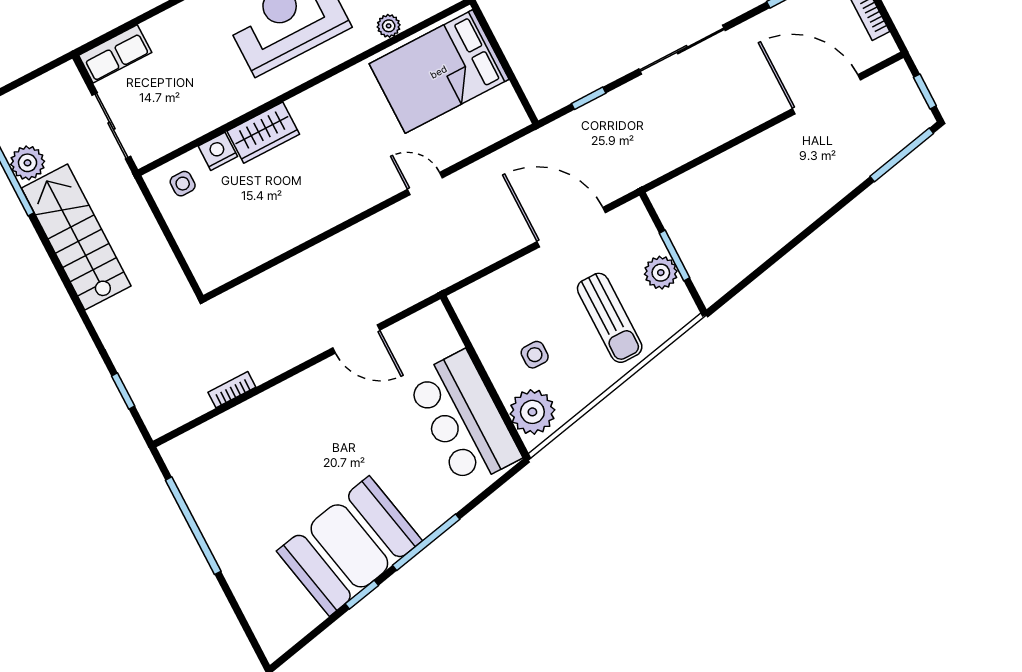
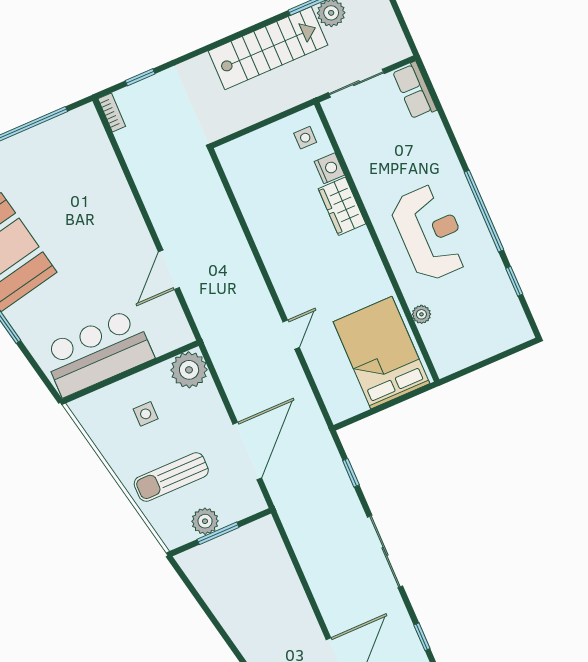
bookcase: (232, 390) -> (112, 112), moved
plant: (532, 412) -> (189, 370), moved

